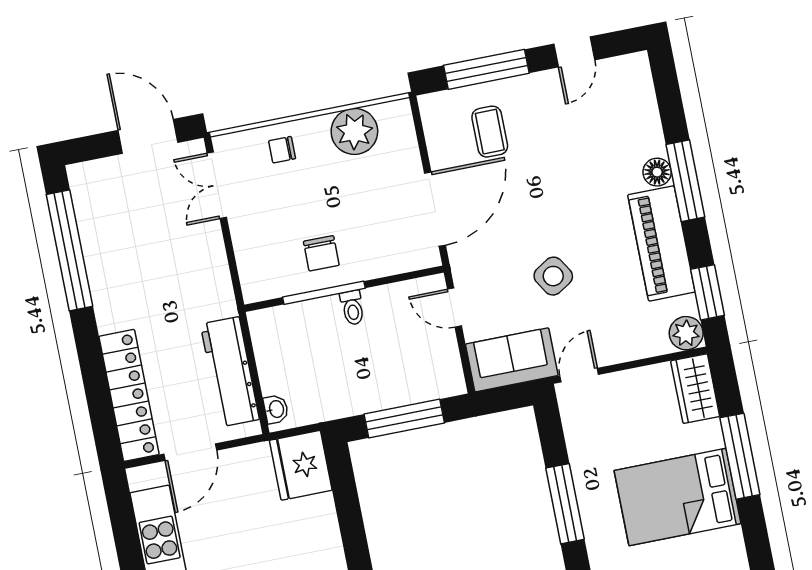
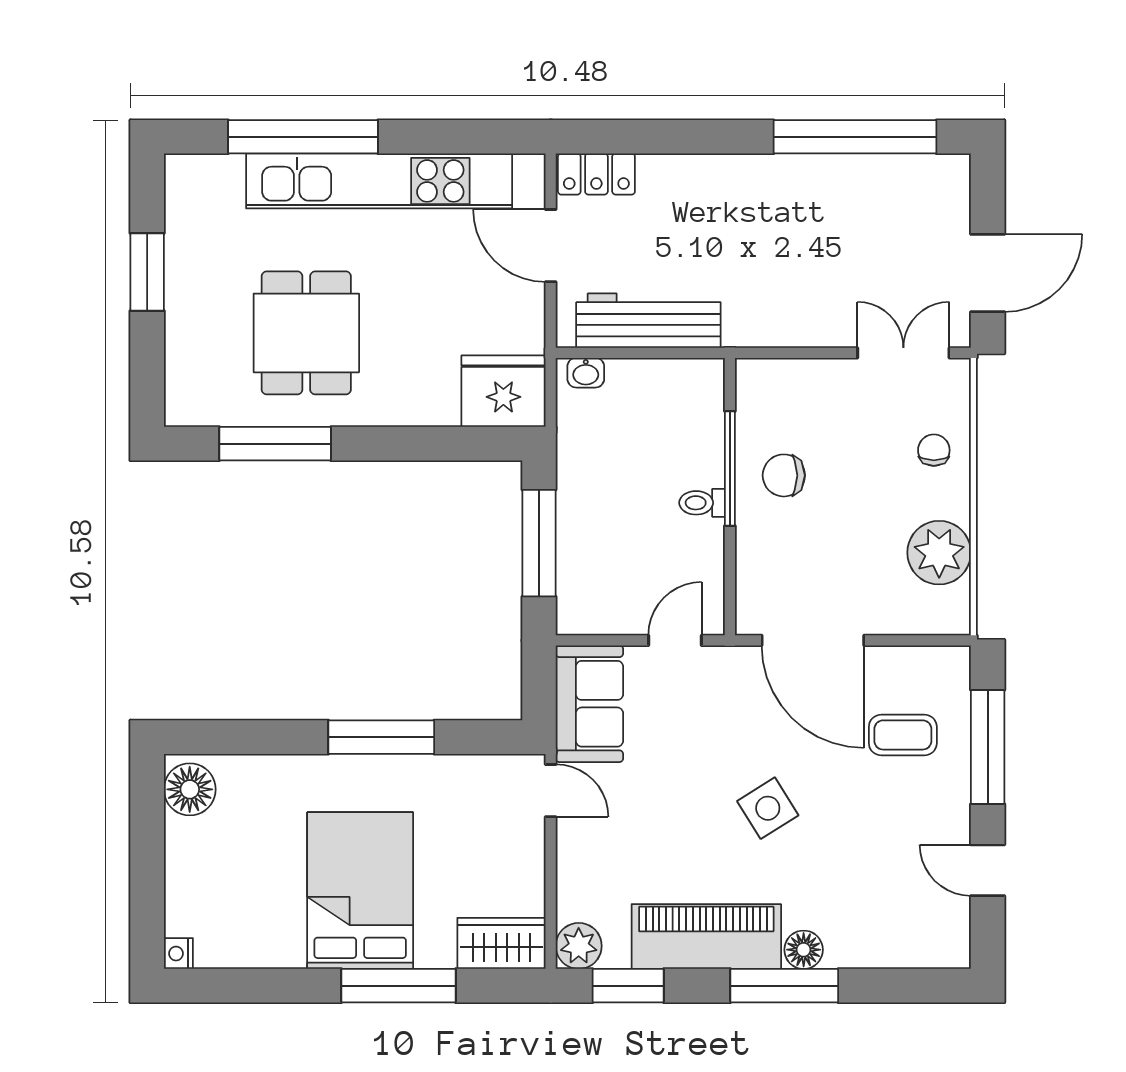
side table: (553, 276) -> (768, 808), moved
locker: (129, 395) -> (596, 174), width x0.46, depth x0.83

